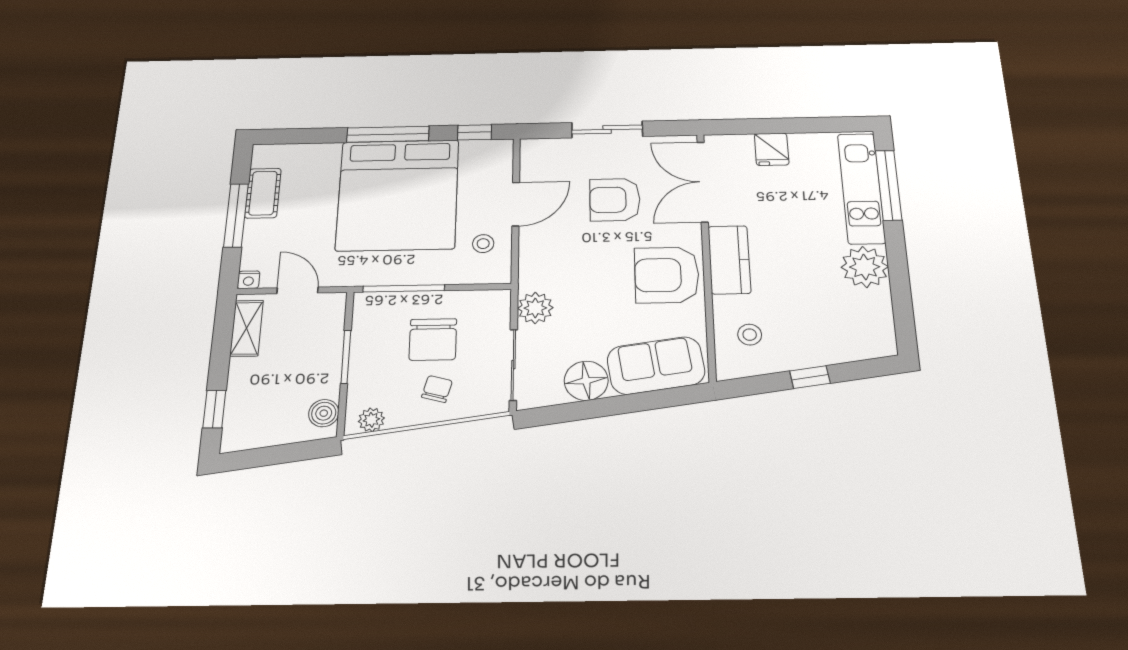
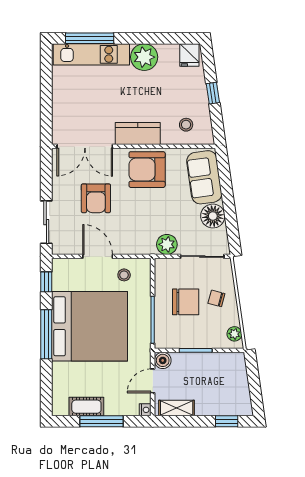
sliding door: (607, 130) -> (46, 222), moved
fridge: (772, 149) -> (189, 55), moved, turned 90
armchair: (667, 275) -> (147, 170), turned 90
boiler: (324, 413) -> (163, 360), moved

